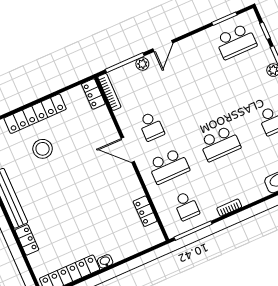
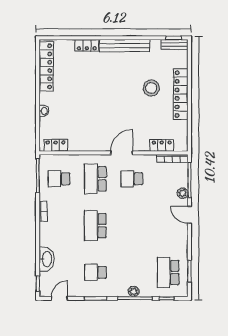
locker: (93, 94) -> (162, 145), moved
locker: (145, 211) -> (56, 145), moved
washbasin: (105, 261) -> (44, 111), moved

